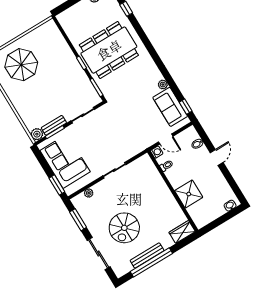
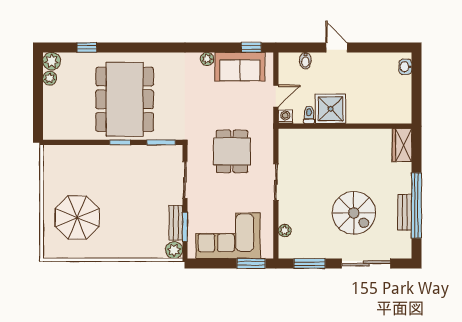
dining table: (117, 133) -> (232, 151), added
shower: (189, 194) -> (331, 109), moved
bench: (147, 255) -> (405, 212), width x0.73

